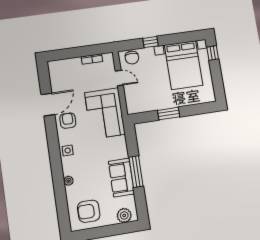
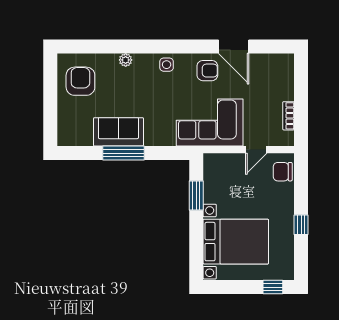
window: (150, 42) -> (301, 225), moved
bed with nightstands: (184, 65) -> (236, 242), moved, turned 180
window: (169, 114) -> (196, 196), moved
plant: (124, 215) -> (67, 128), removed

